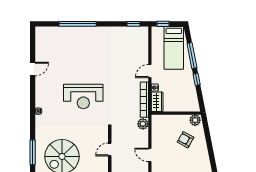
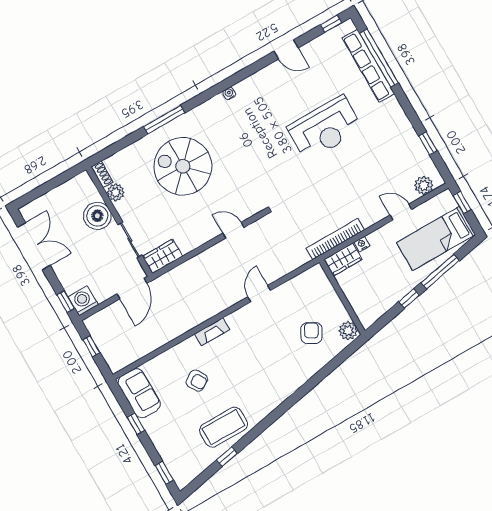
window: (78, 24) -> (379, 58), moved
window: (133, 24) -> (428, 143), moved
row of seats: (65, 32) -> (368, 66), added
window: (33, 38) -> (331, 24), added
door: (150, 71) -> (401, 212), moved
reception desk: (83, 96) -> (325, 128), moved, turned -90
plant: (143, 124) -> (424, 185), moved

